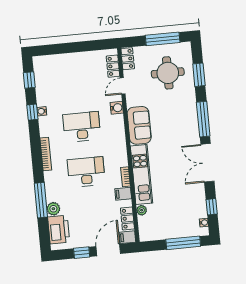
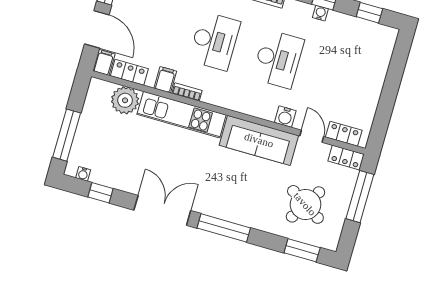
window: (163, 39) -> (360, 197), moved
round table: (168, 73) -> (305, 204), turned 32
window: (199, 75) -> (302, 250), moved
sofa: (139, 125) -> (259, 140), width x1.36
plant: (142, 210) -> (125, 100), width x1.88, depth x1.88

